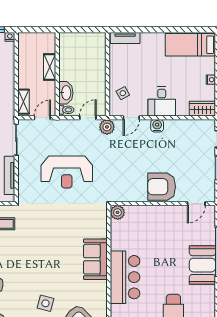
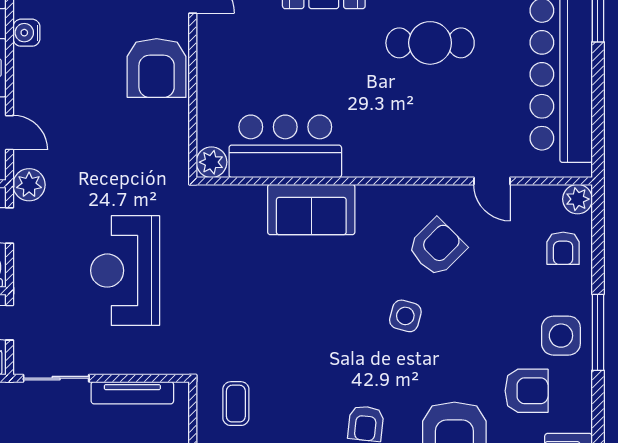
water cooler: (157, 126) -> (26, 33), moved
reception desk: (67, 172) -> (125, 271), turned 180
bar counter: (125, 277) -> (285, 146), moved

